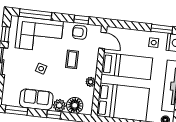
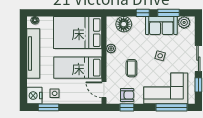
plant: (59, 105) -> (184, 22), moved
window: (16, 110) -> (169, 13), moved

